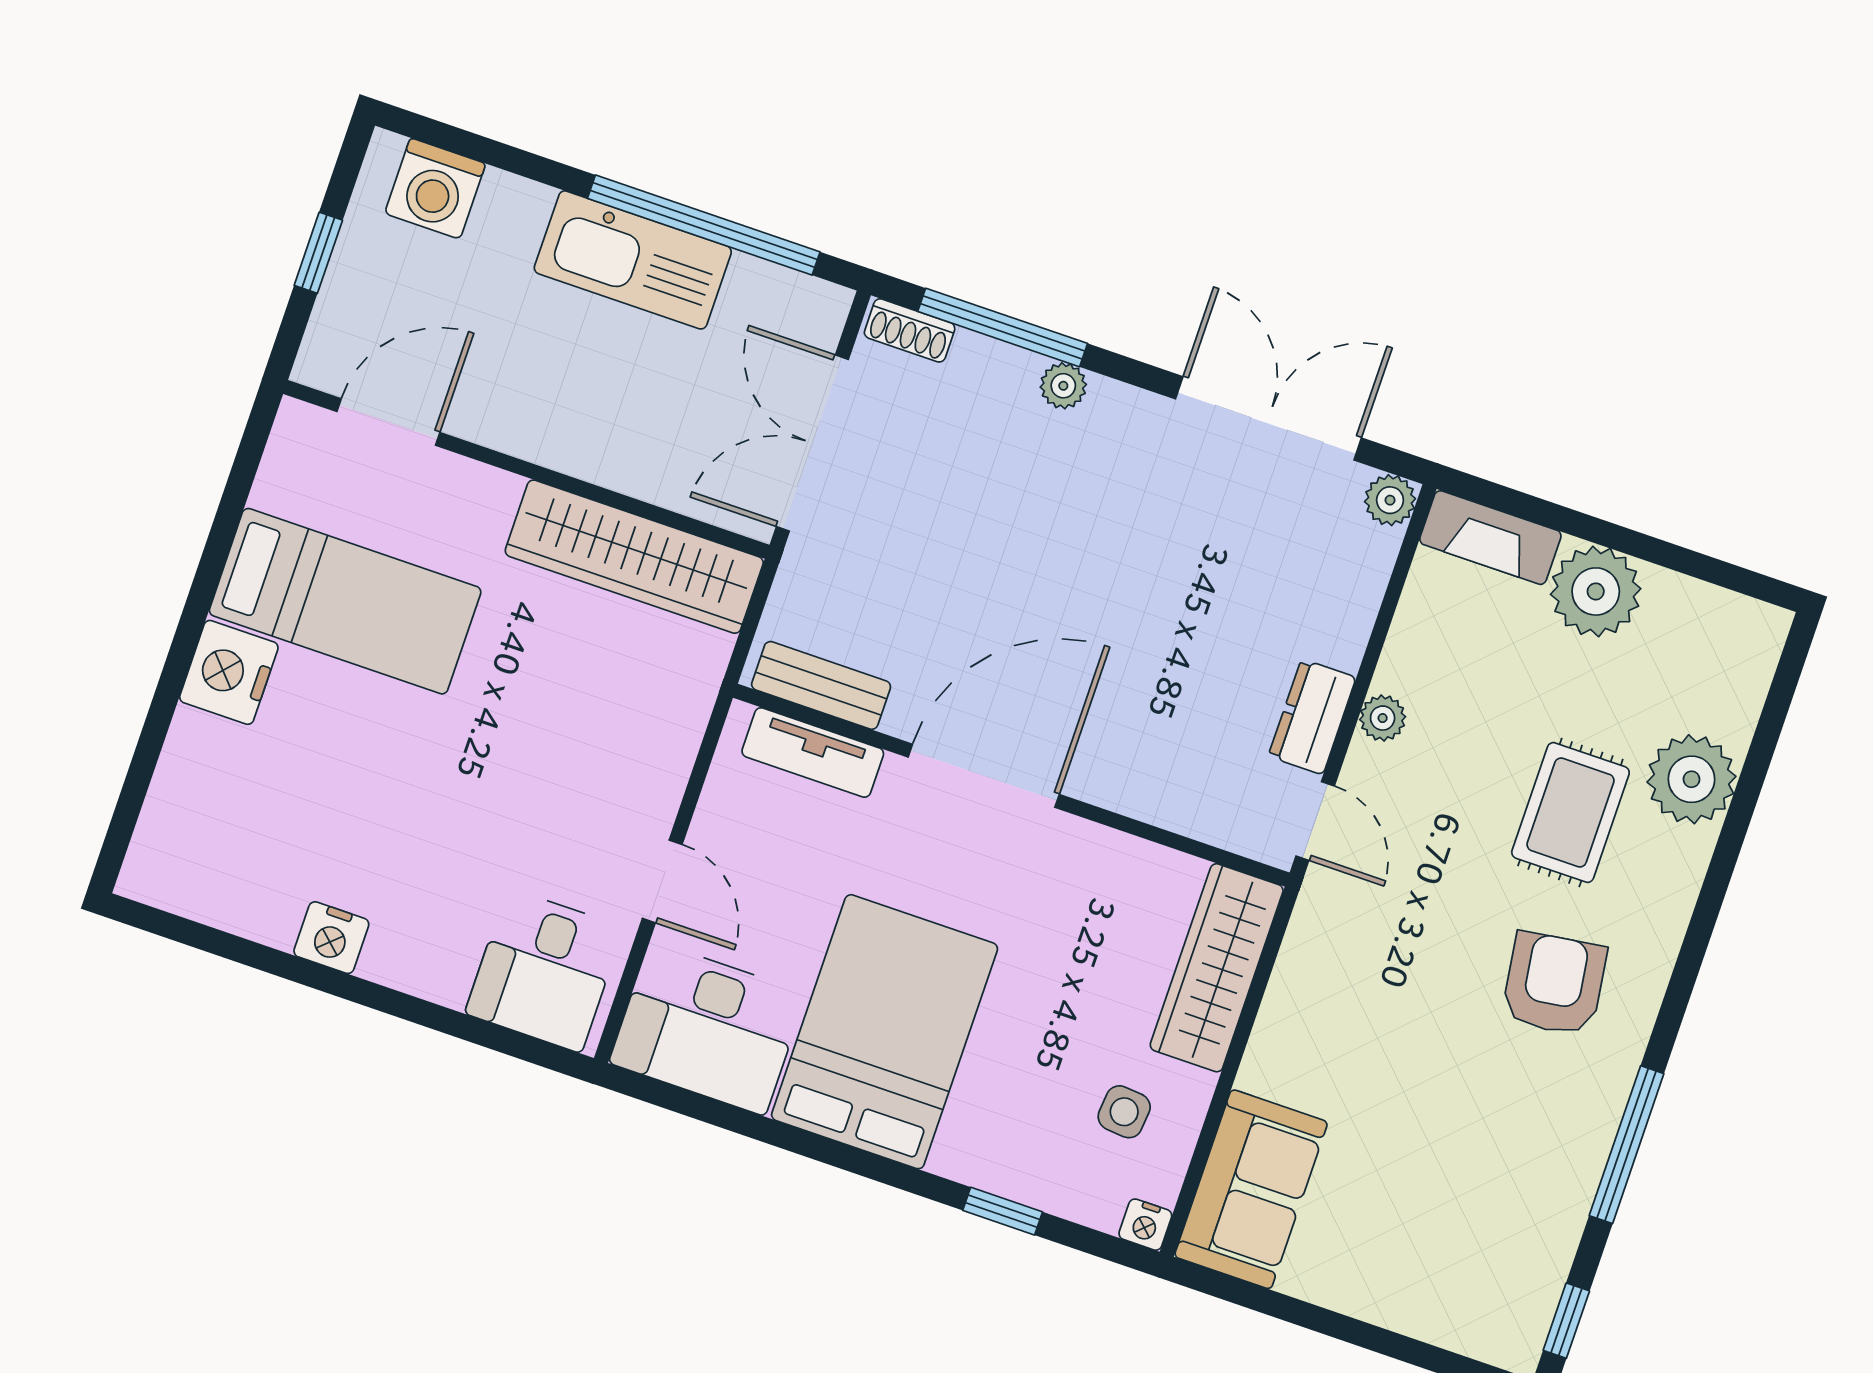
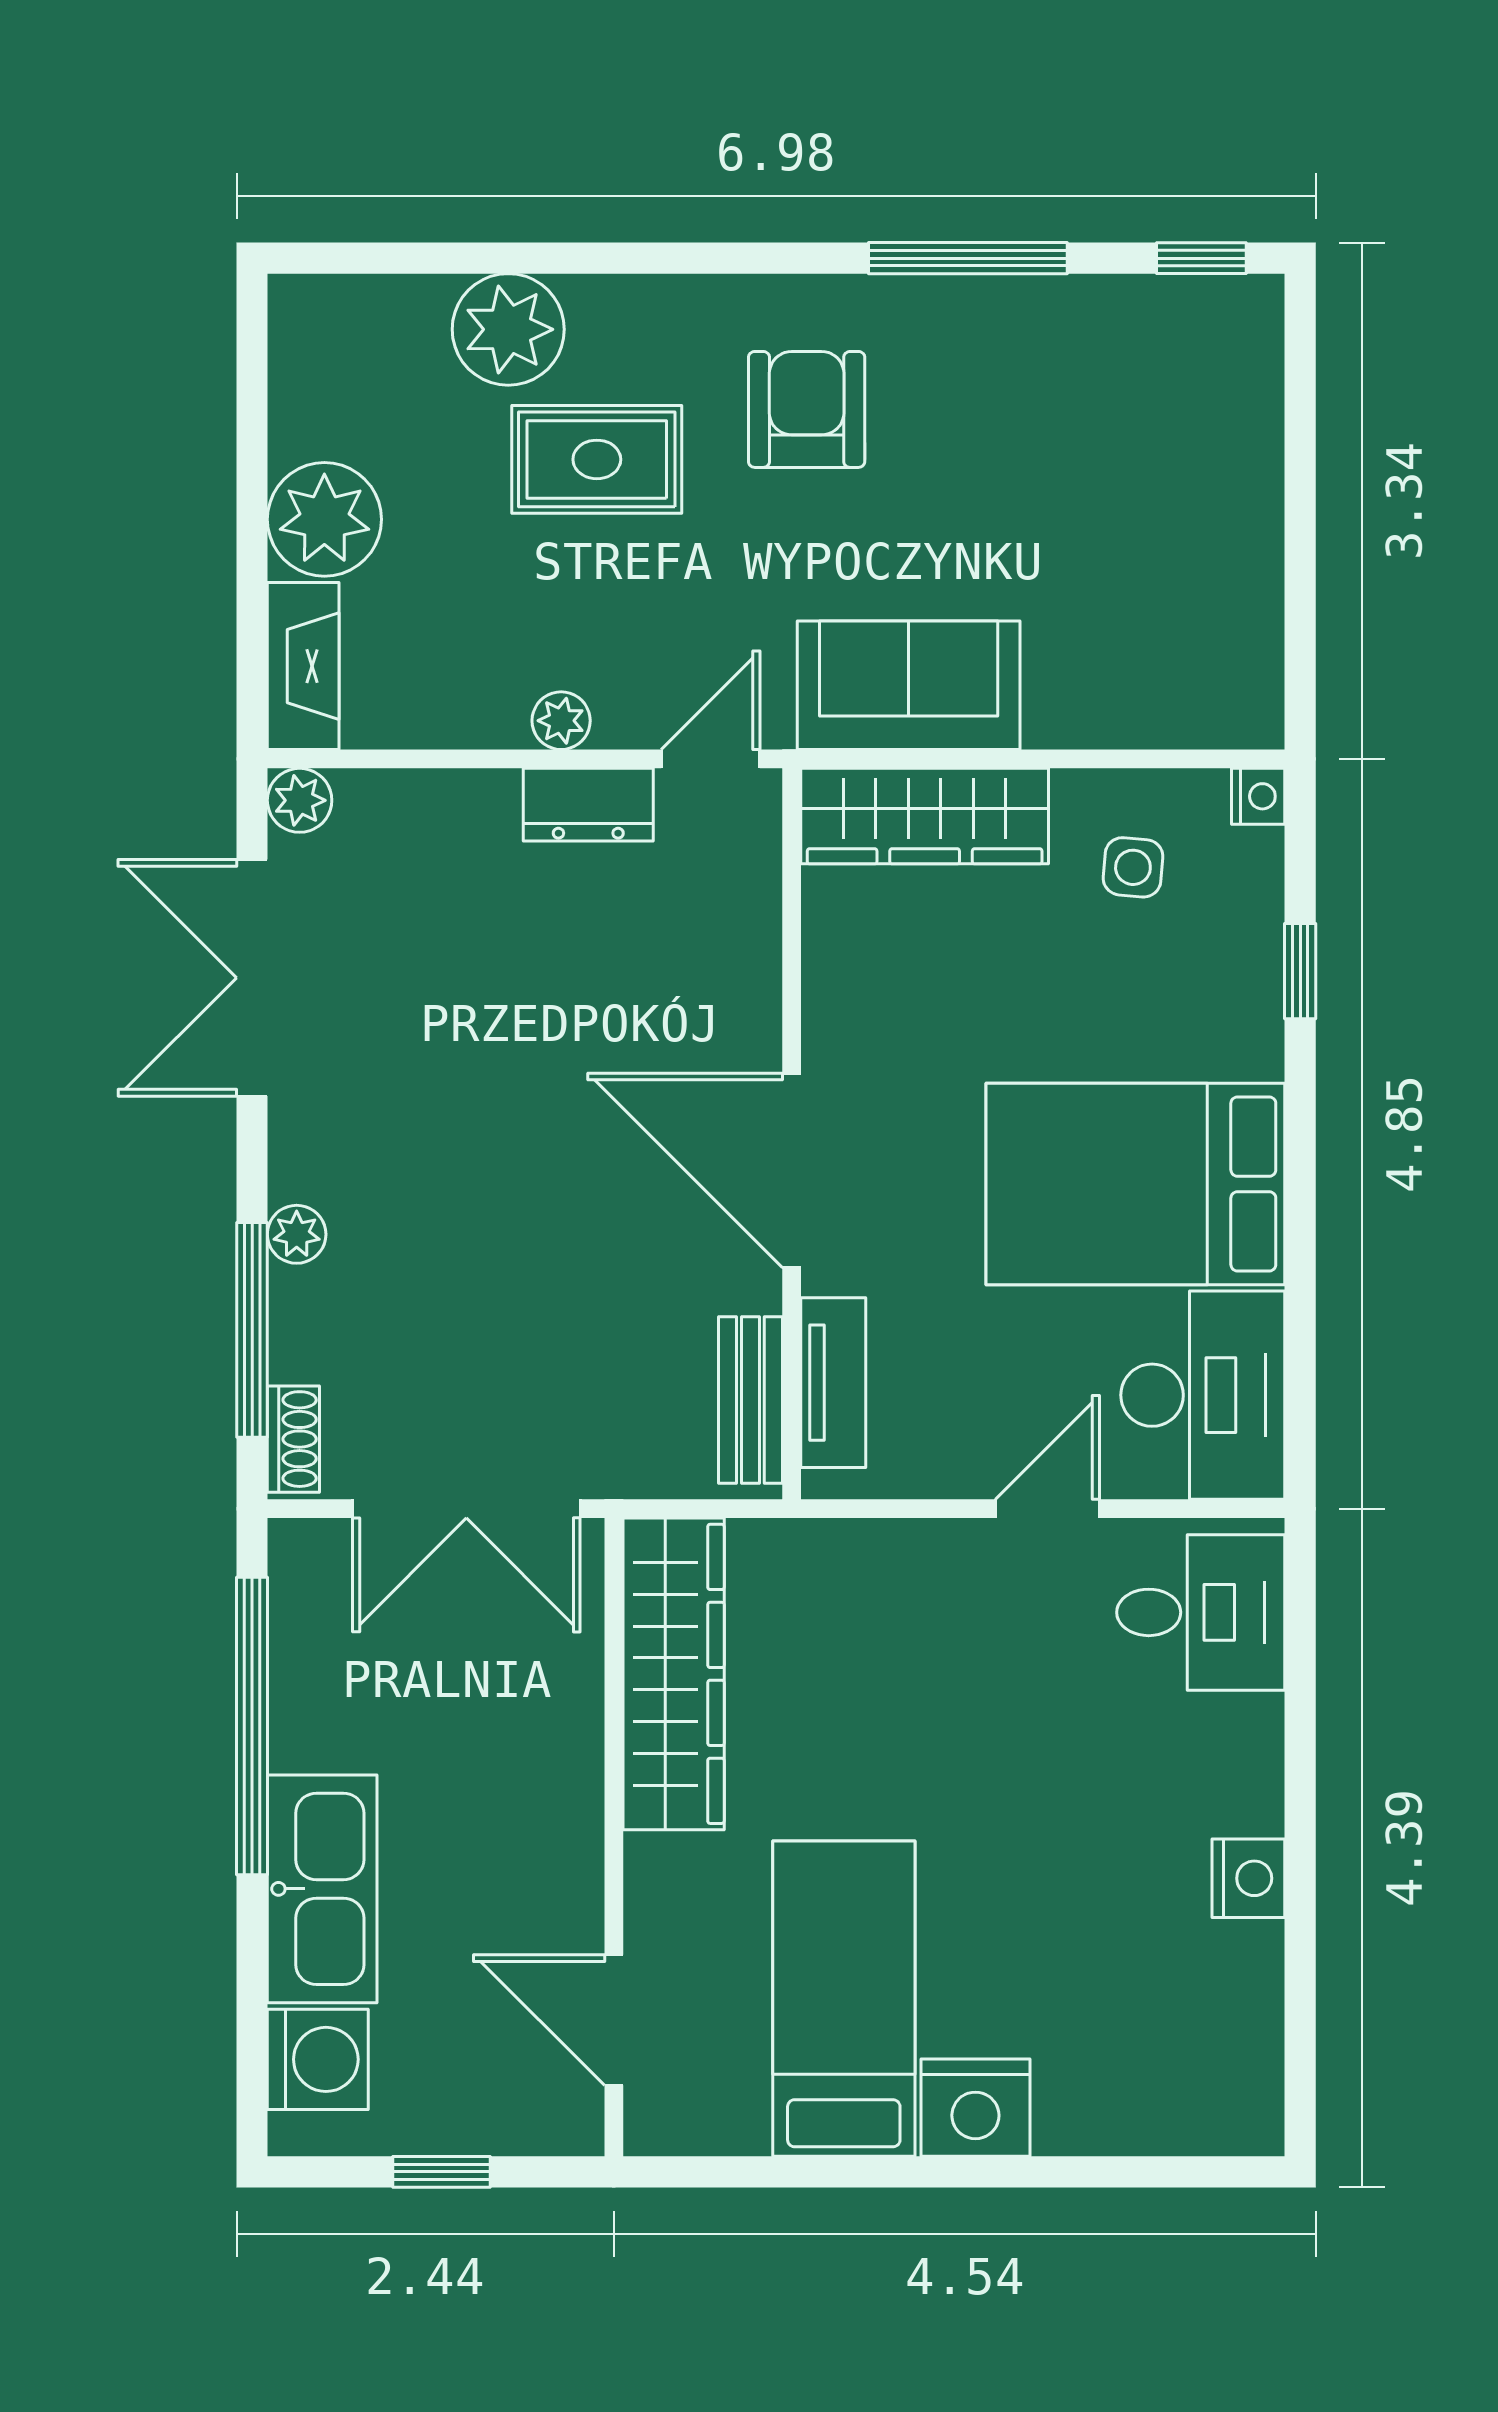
kitchen sink: (633, 260) -> (322, 1889), moved
armchair: (1554, 984) -> (807, 409), turned 98
sofa: (1251, 1189) -> (909, 685), moved

